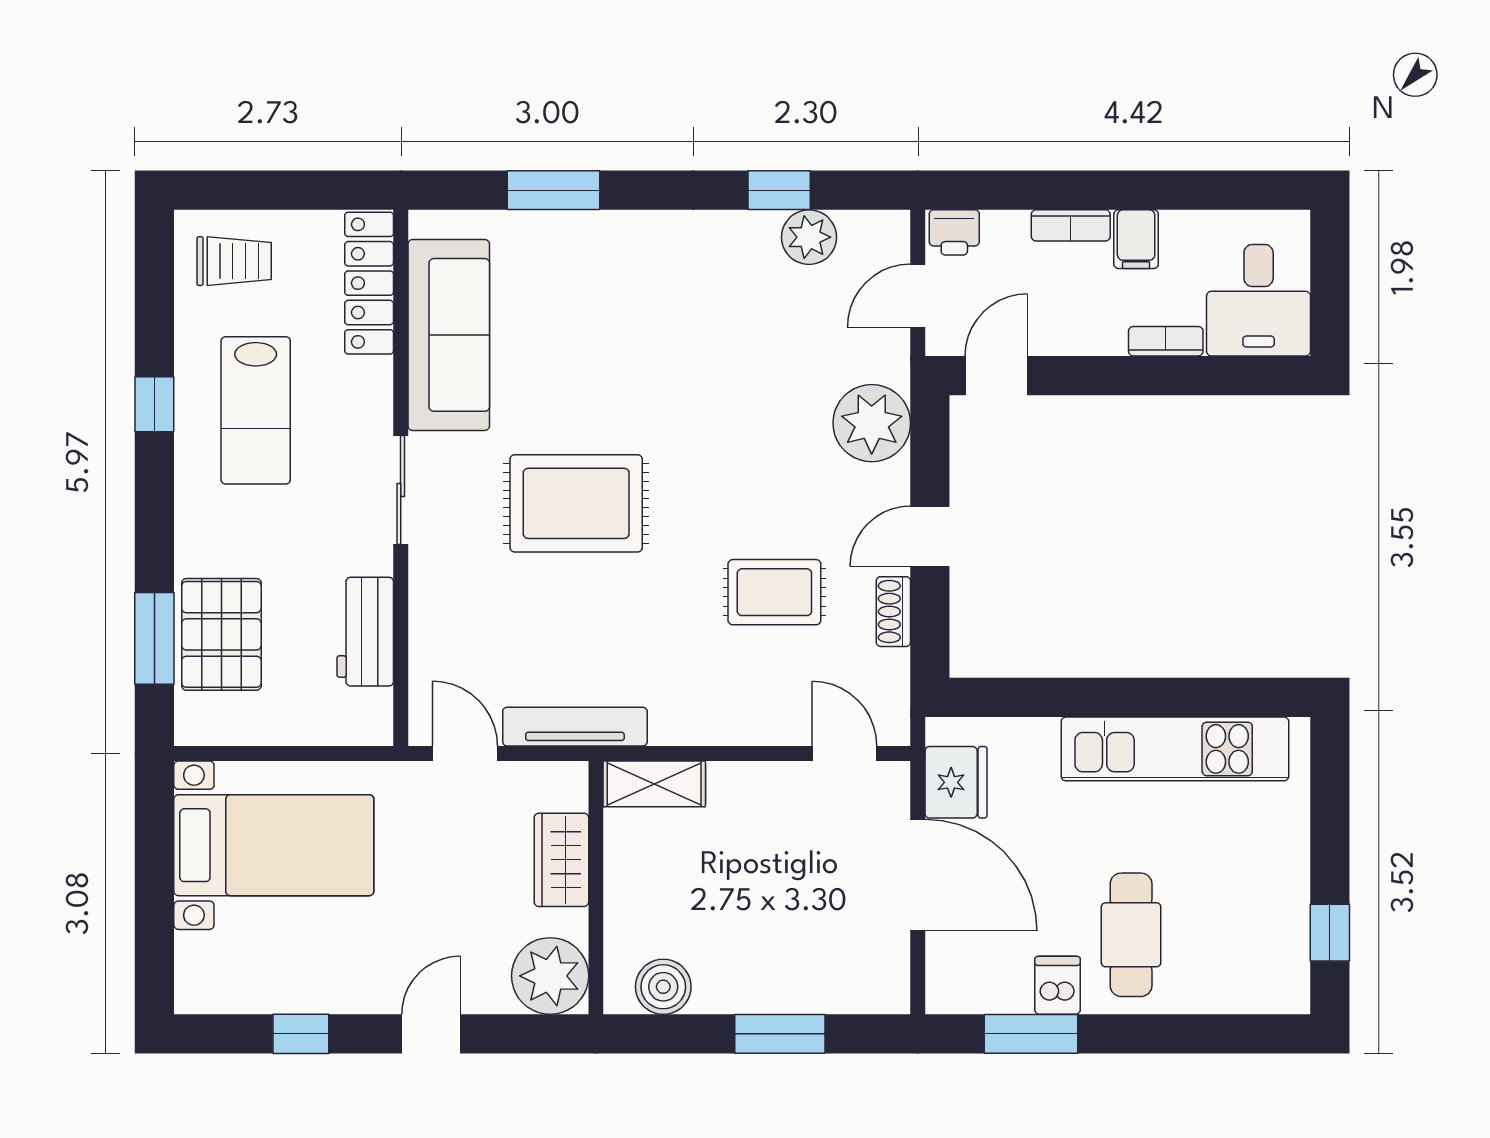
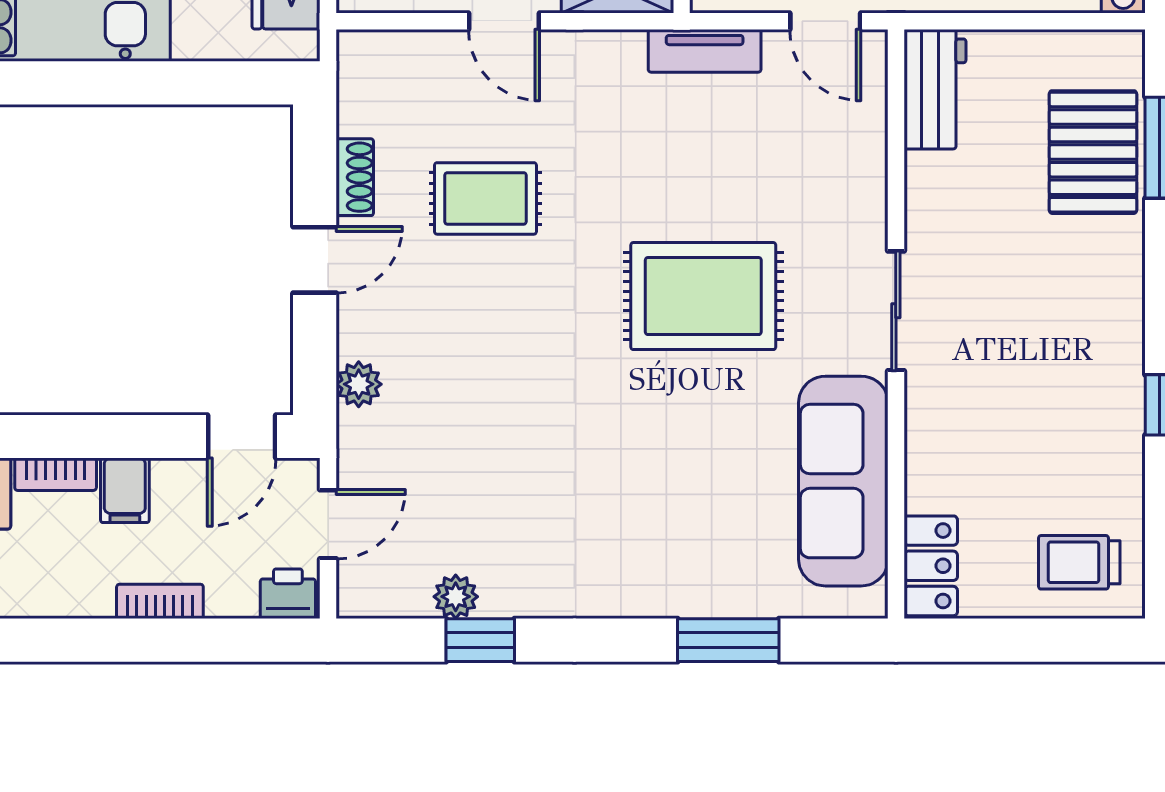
plant: (809, 237) -> (456, 597), width x0.73, depth x0.73
filing cabinet: (1136, 239) -> (125, 490), moved, turned 180
locker: (369, 283) -> (931, 566), width x0.66
lab bench: (256, 410) -> (1055, 398), removed
plant: (872, 423) -> (359, 384), width x0.53, depth x0.53
workbench: (365, 632) -> (935, 89), moved
tv unit: (575, 727) -> (705, 51), width x0.71
door: (844, 753) -> (504, 21), moved

